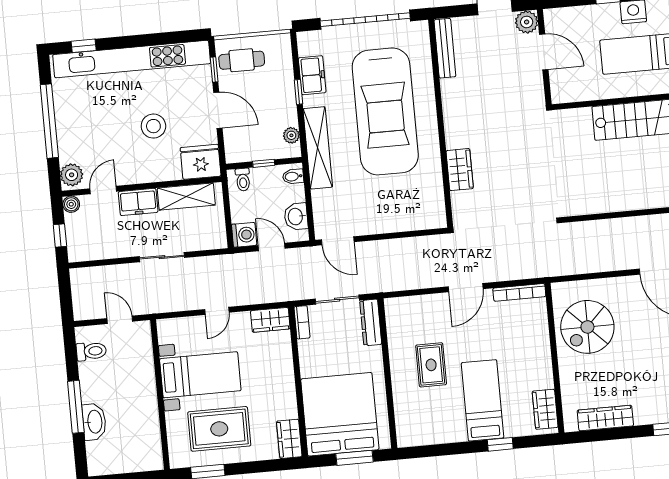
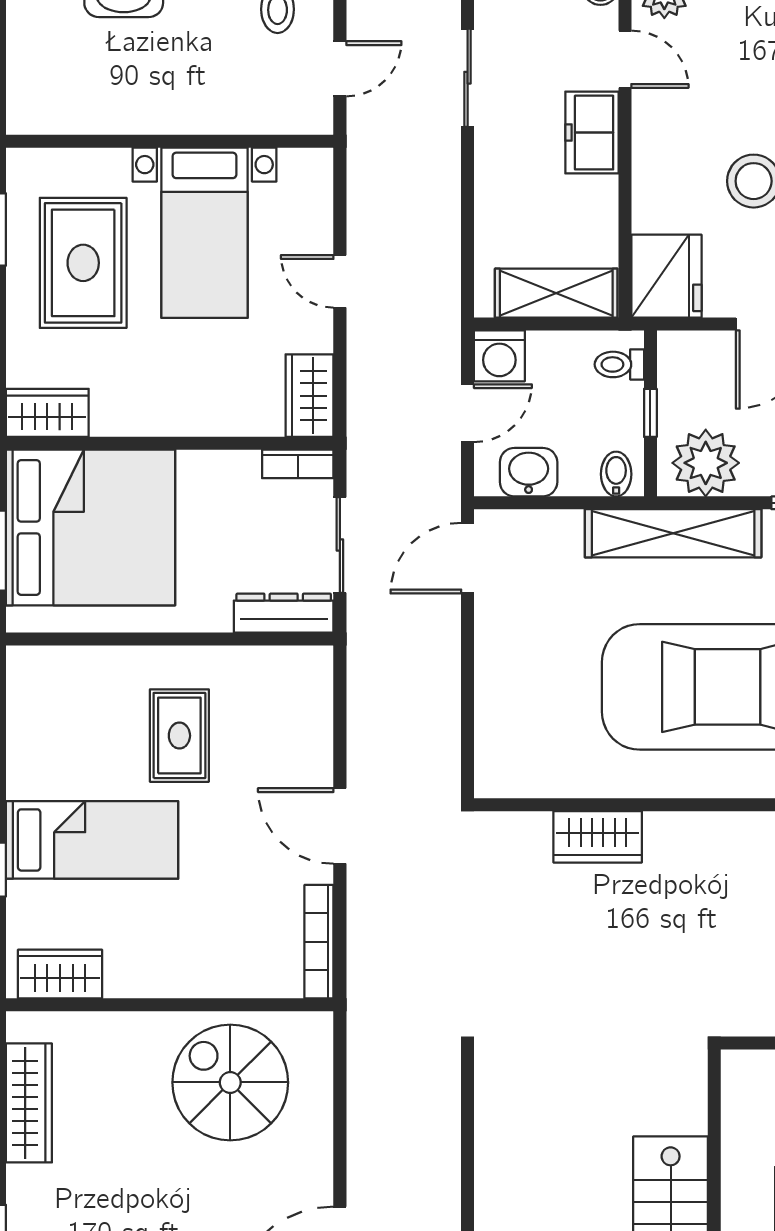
plant: (291, 135) -> (706, 463), width x1.88, depth x1.88
shelving: (186, 197) -> (556, 293), moved, turned 90
sliding door: (162, 257) -> (468, 78), moved
rug: (431, 365) -> (179, 736), turned 90

